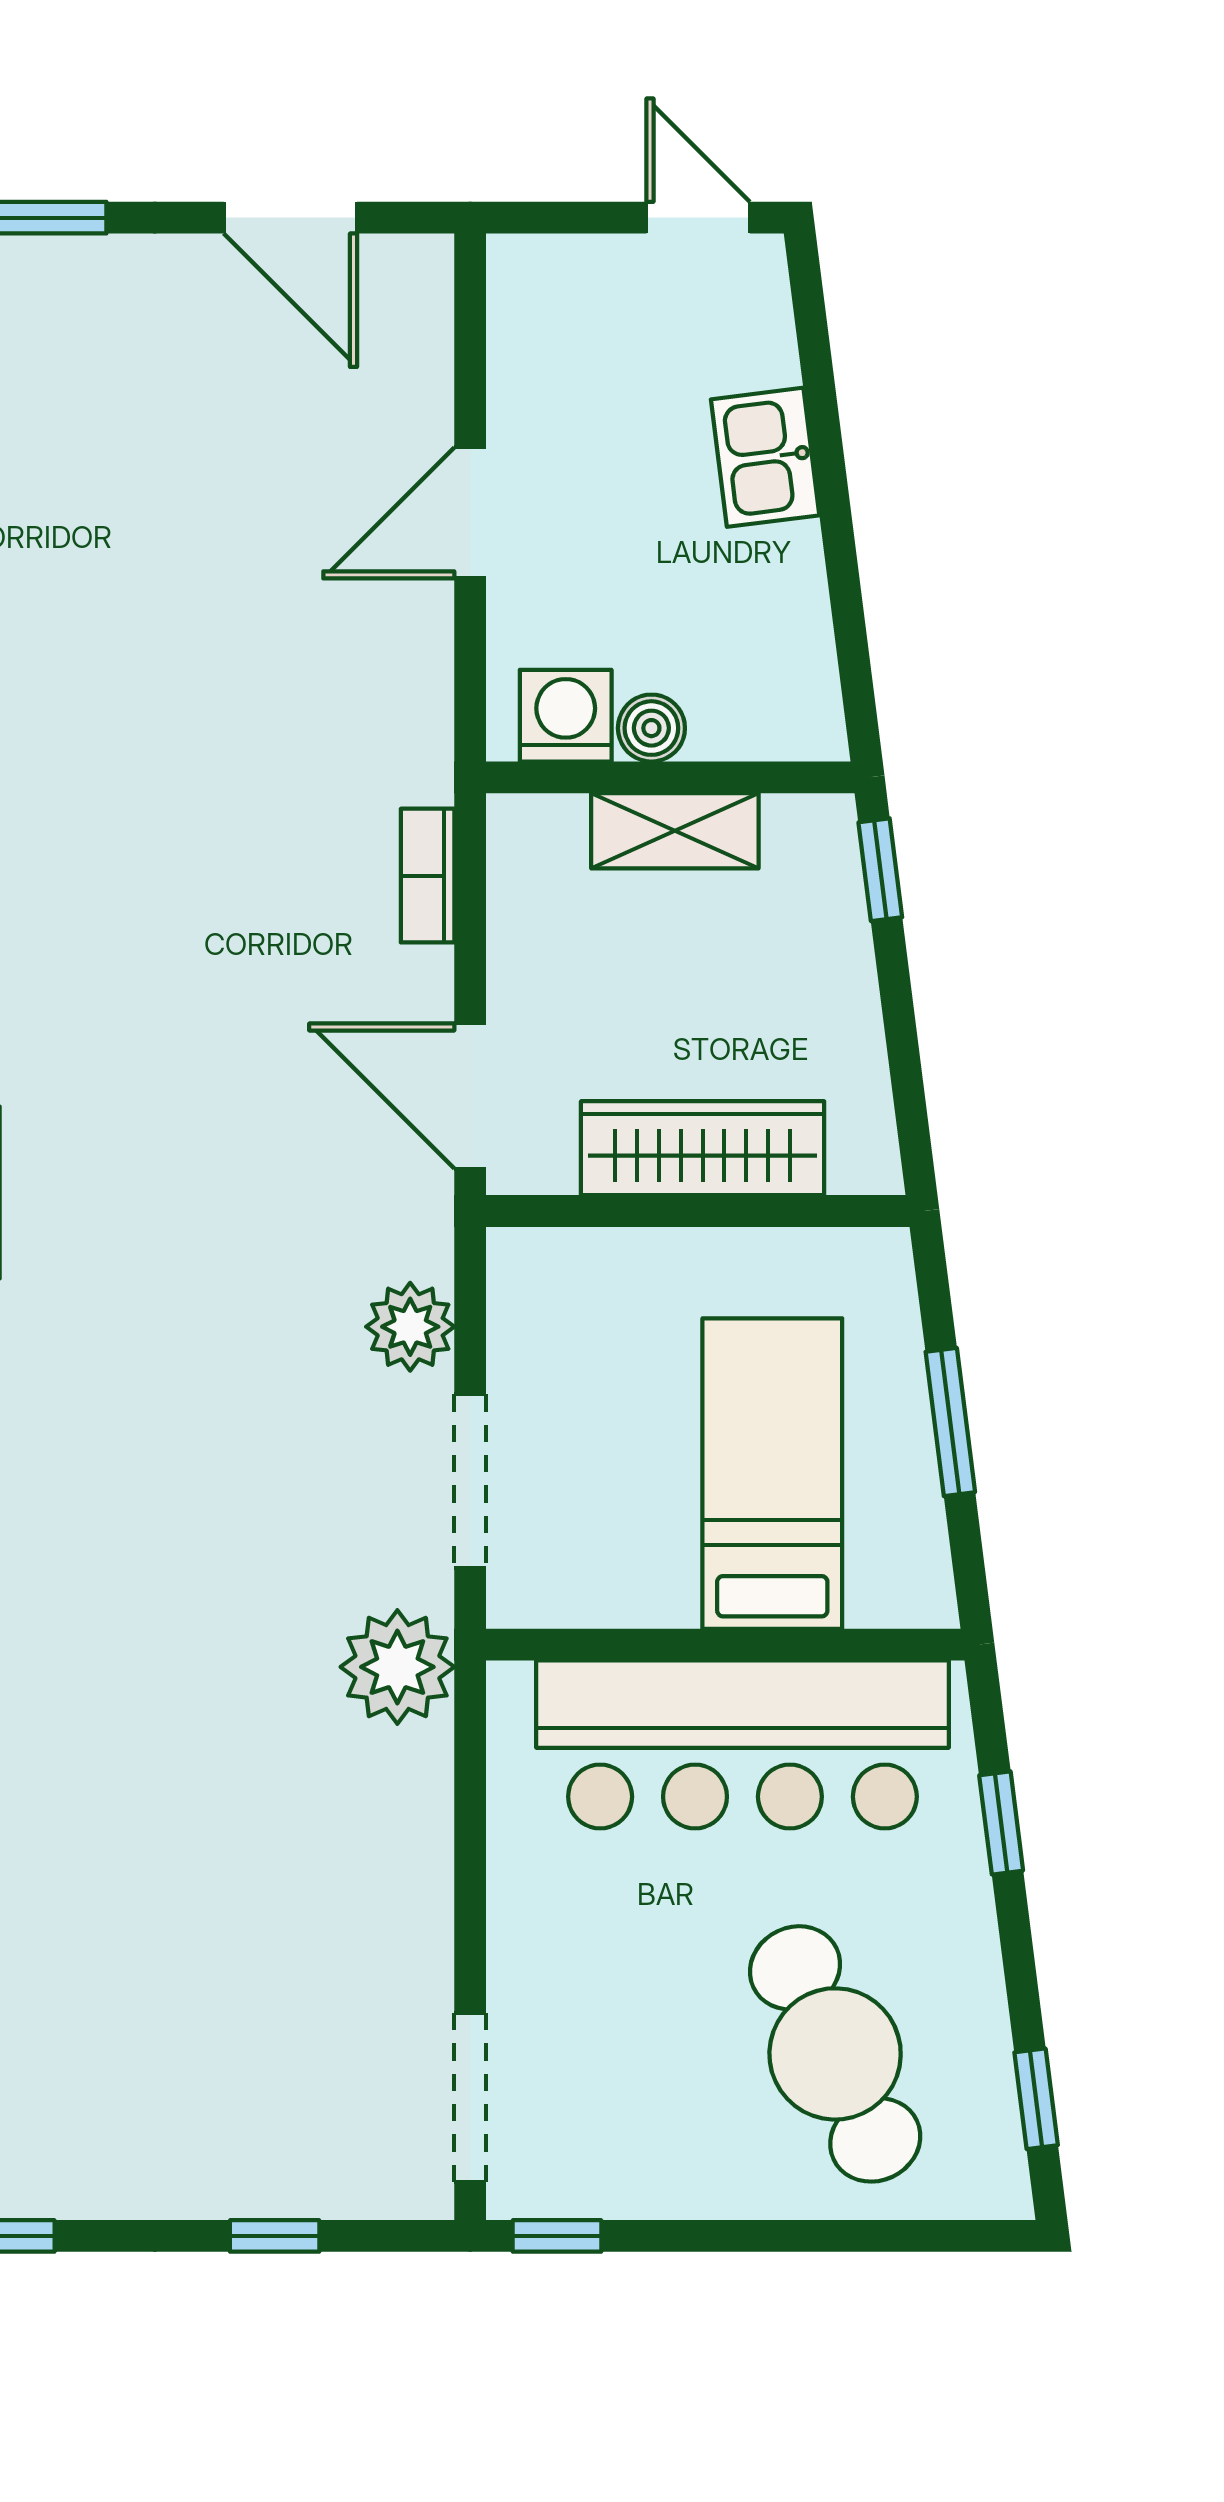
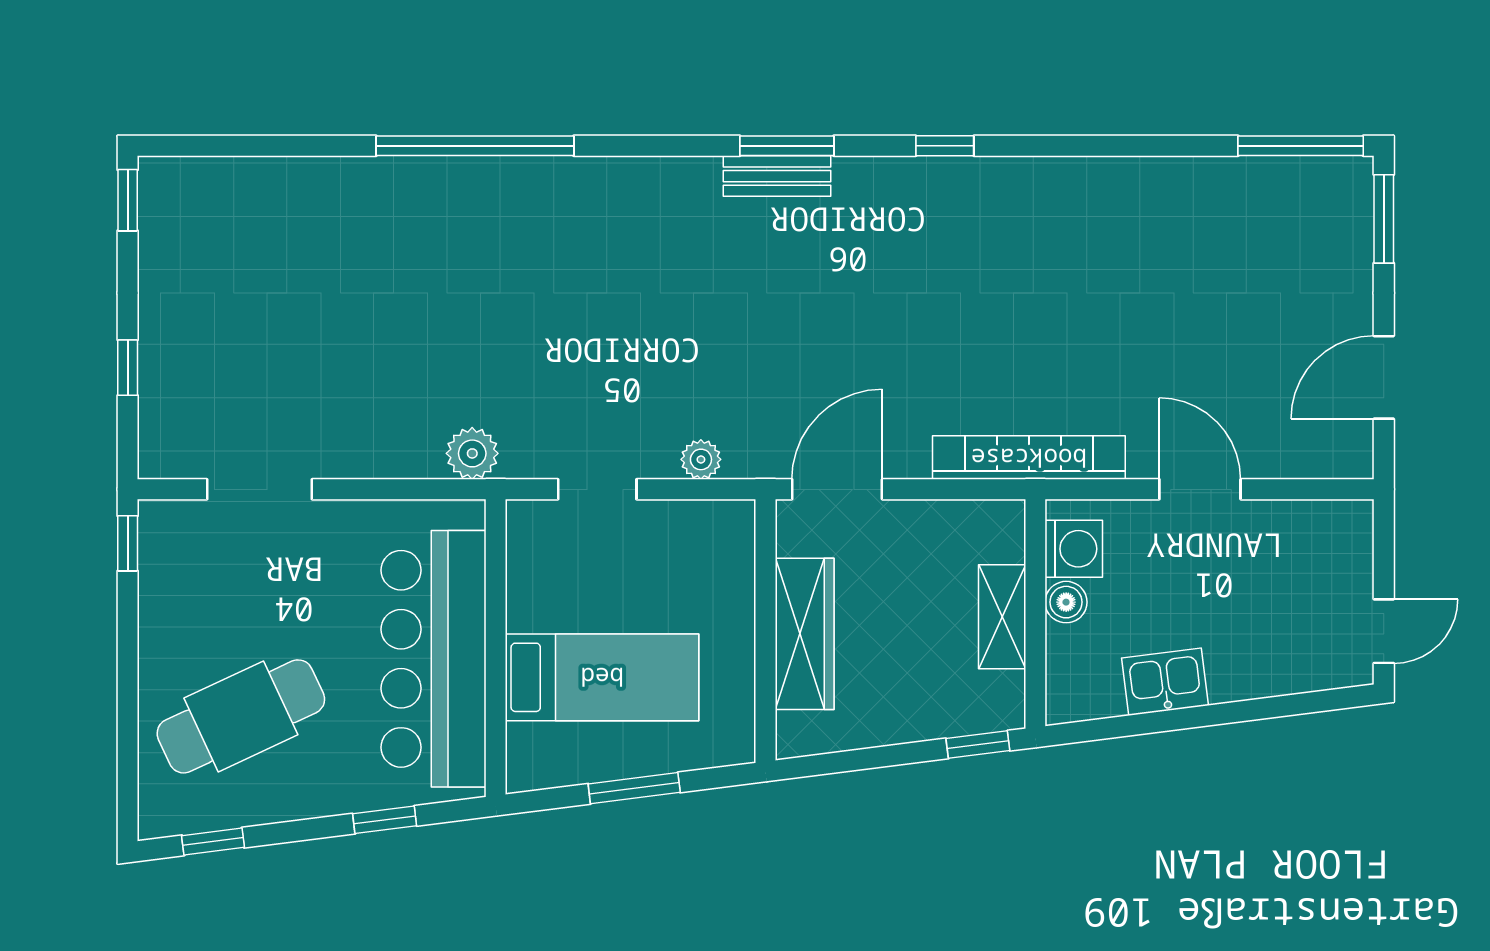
kitchen sink: (765, 457) -> (1165, 682), moved
bookcase: (428, 876) -> (1029, 458), width x2.31, depth x1.31
plant: (410, 1327) -> (701, 459), width x0.73, depth x0.73
doorway: (470, 1481) -> (597, 489), width x0.73
plant: (397, 1667) -> (472, 453), width x0.73, depth x0.73
doorway: (470, 2097) -> (259, 489), moved

